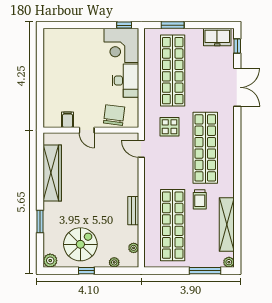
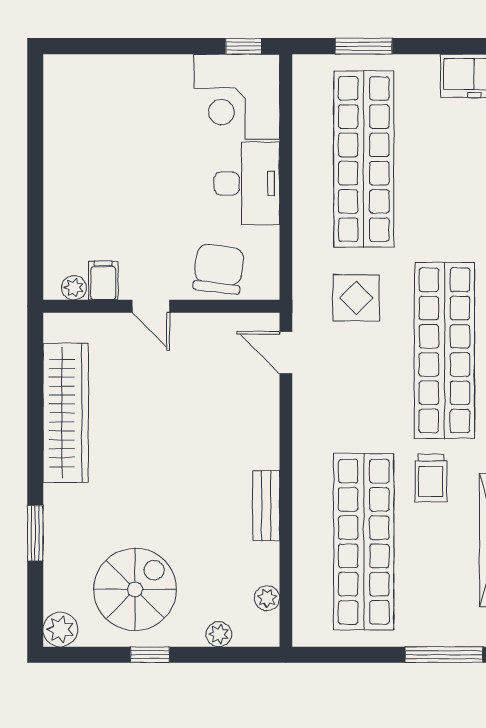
plant: (56, 123) -> (74, 288), added

